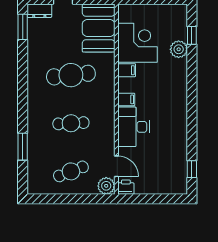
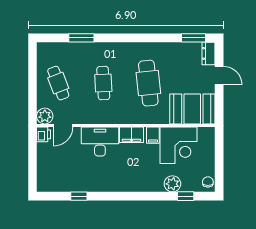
chair: (177, 11) -> (208, 182), added
filing cabinet: (126, 99) -> (131, 135), width x2.00
window: (192, 169) -> (79, 196), moved

